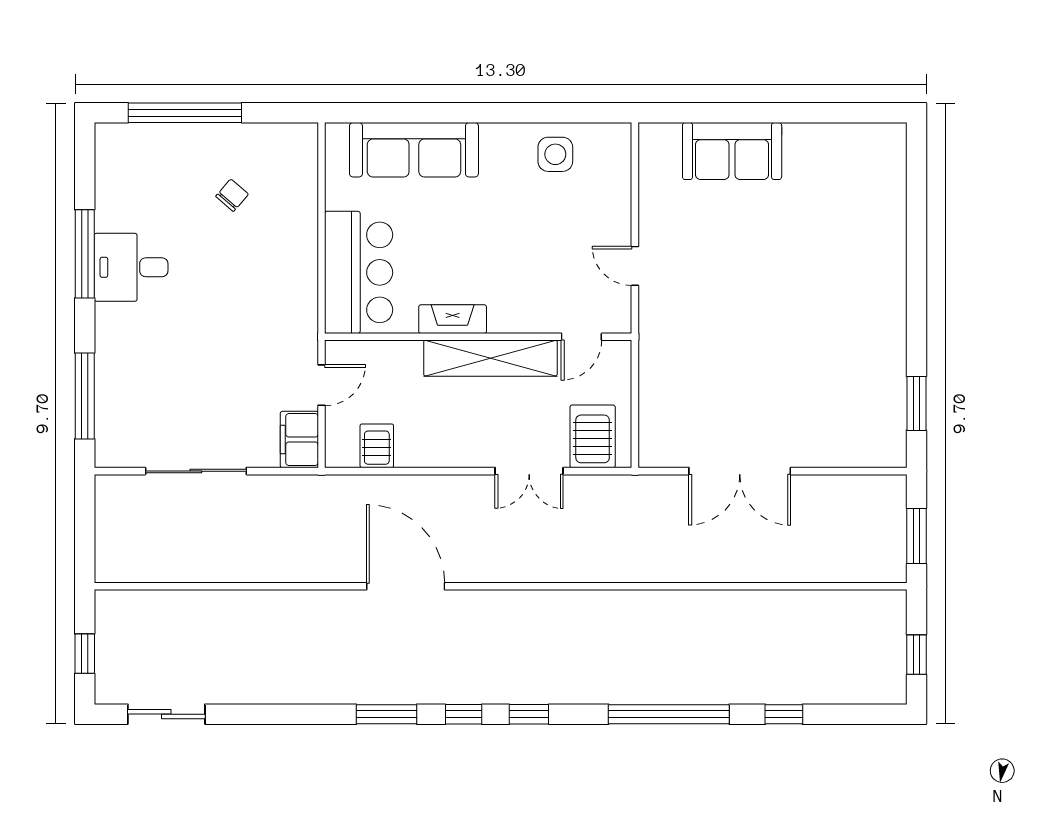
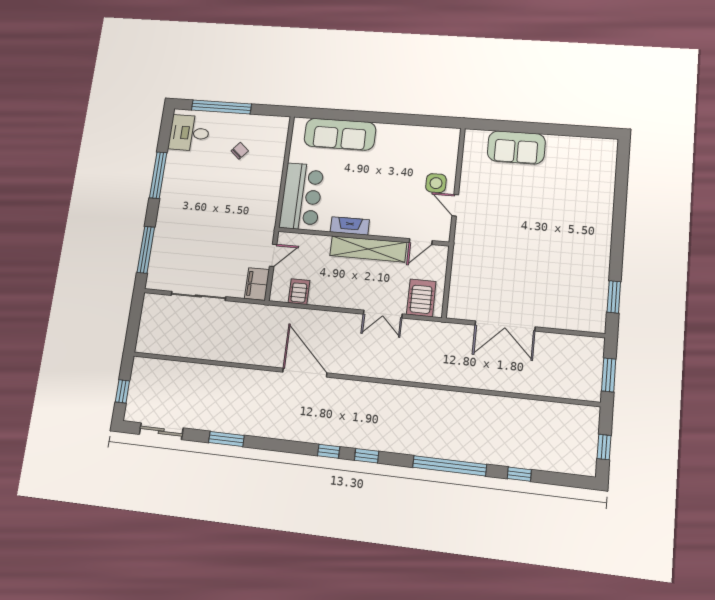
side table: (555, 154) -> (436, 183), moved
desk: (131, 267) -> (189, 133), moved
window: (386, 714) -> (226, 439), moved

